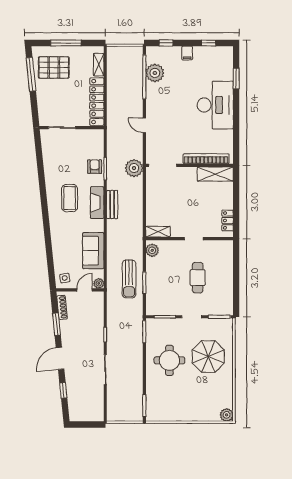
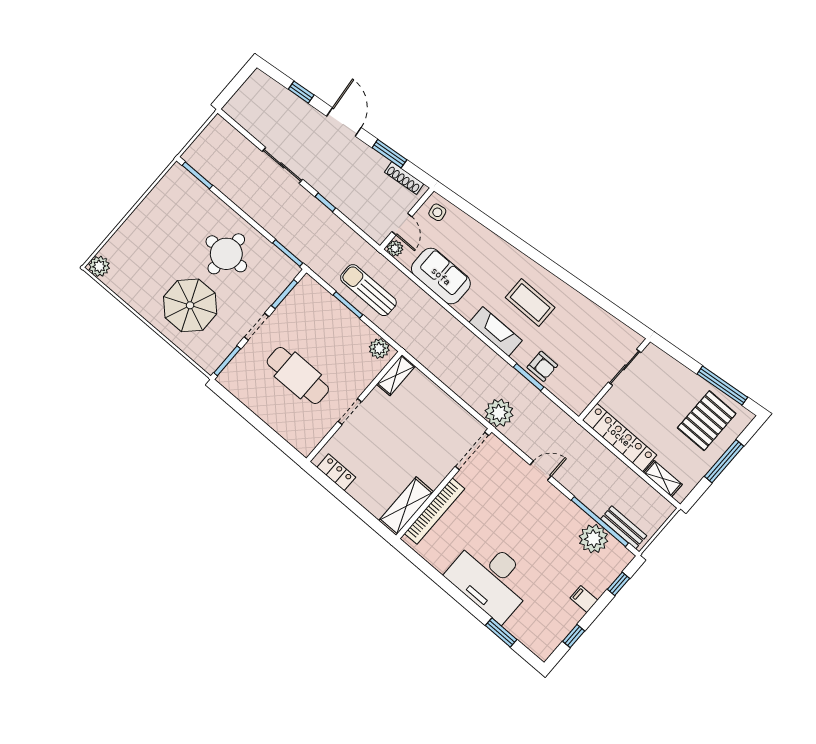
bench: (112, 205) -> (624, 527), moved
cafe table: (198, 278) -> (298, 375), width x1.37, depth x1.35

